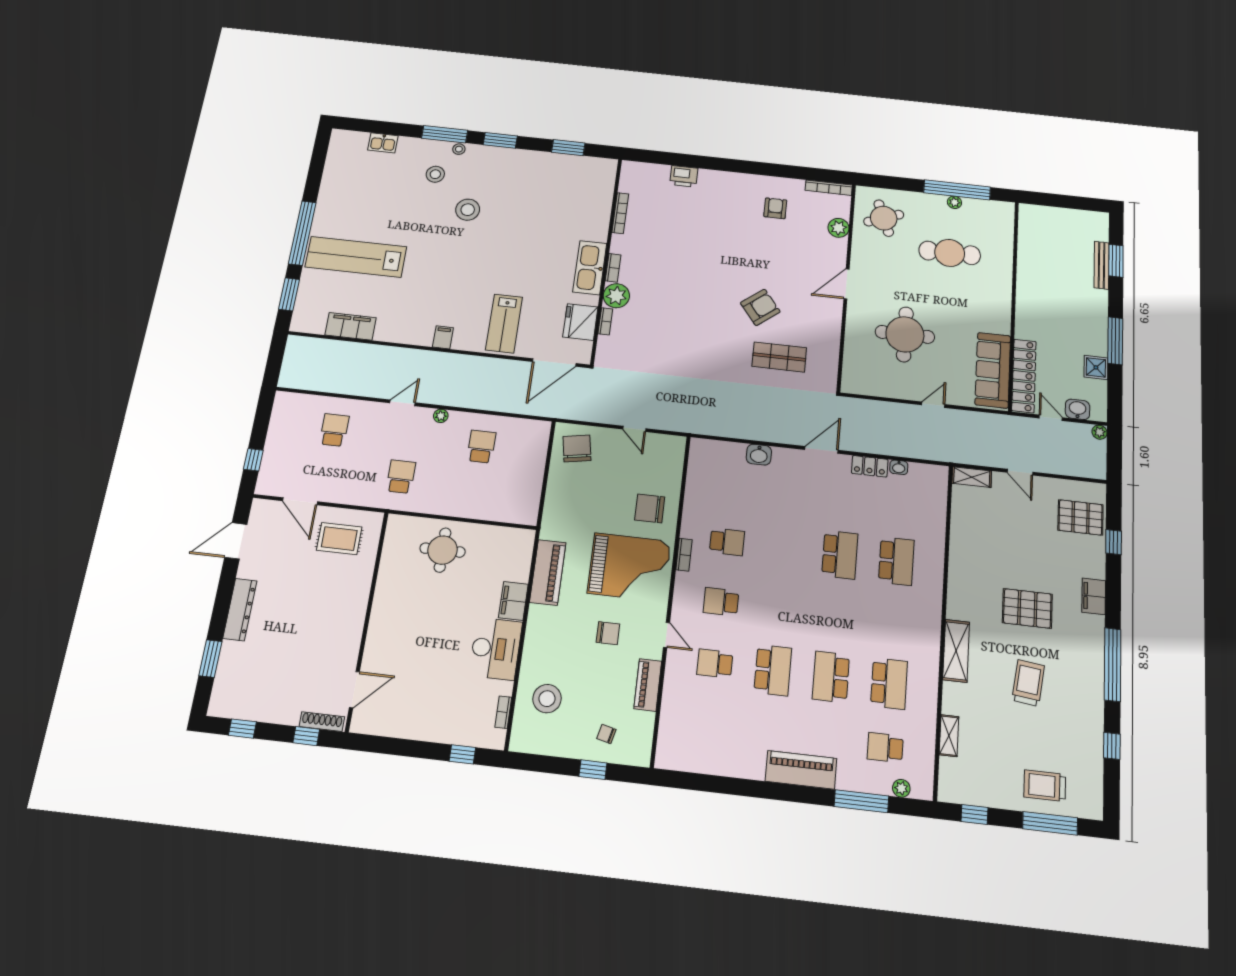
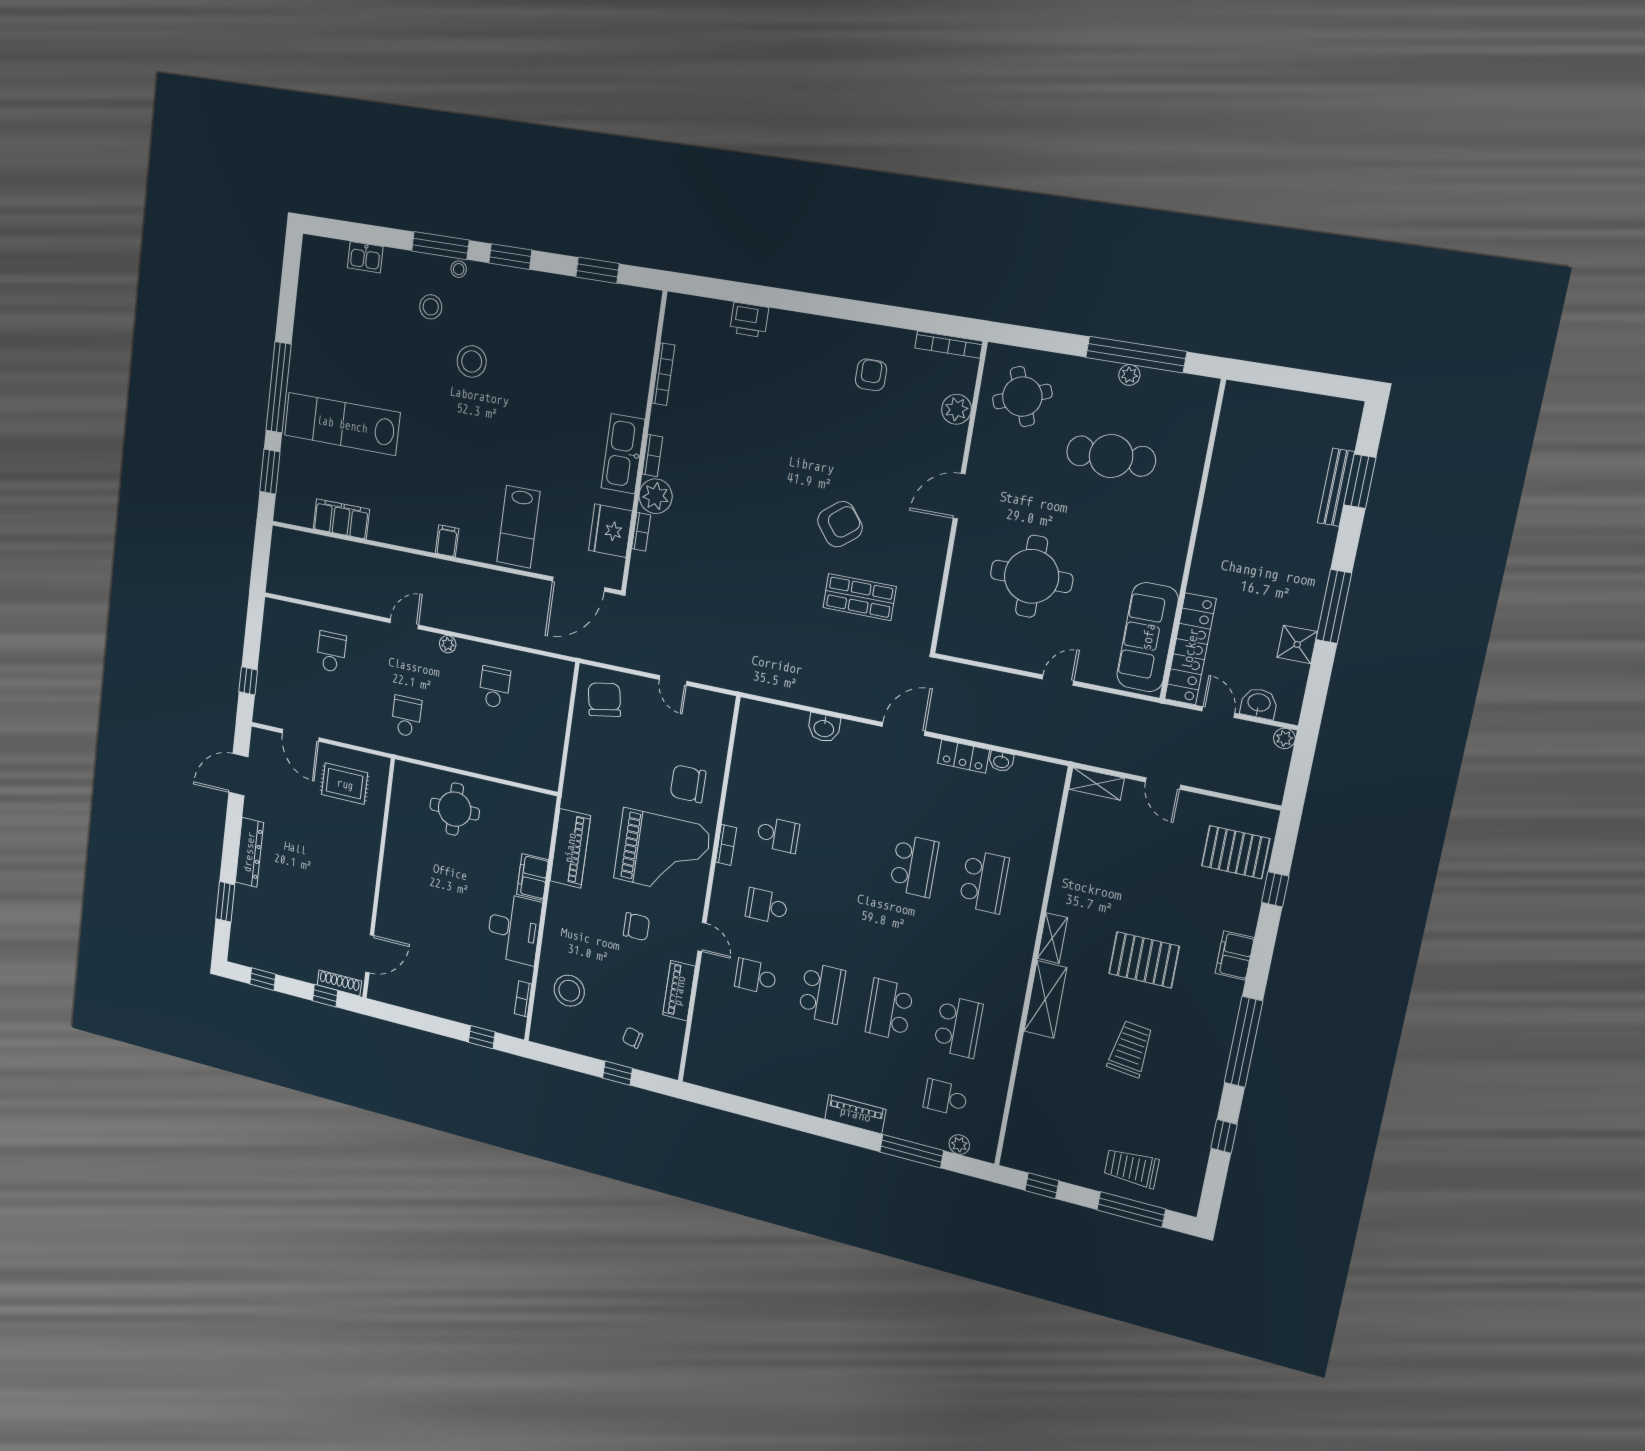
shelving: (949, 736) -> (1052, 938), moved
piano: (801, 770) -> (855, 1114), width x0.73, depth x0.75

